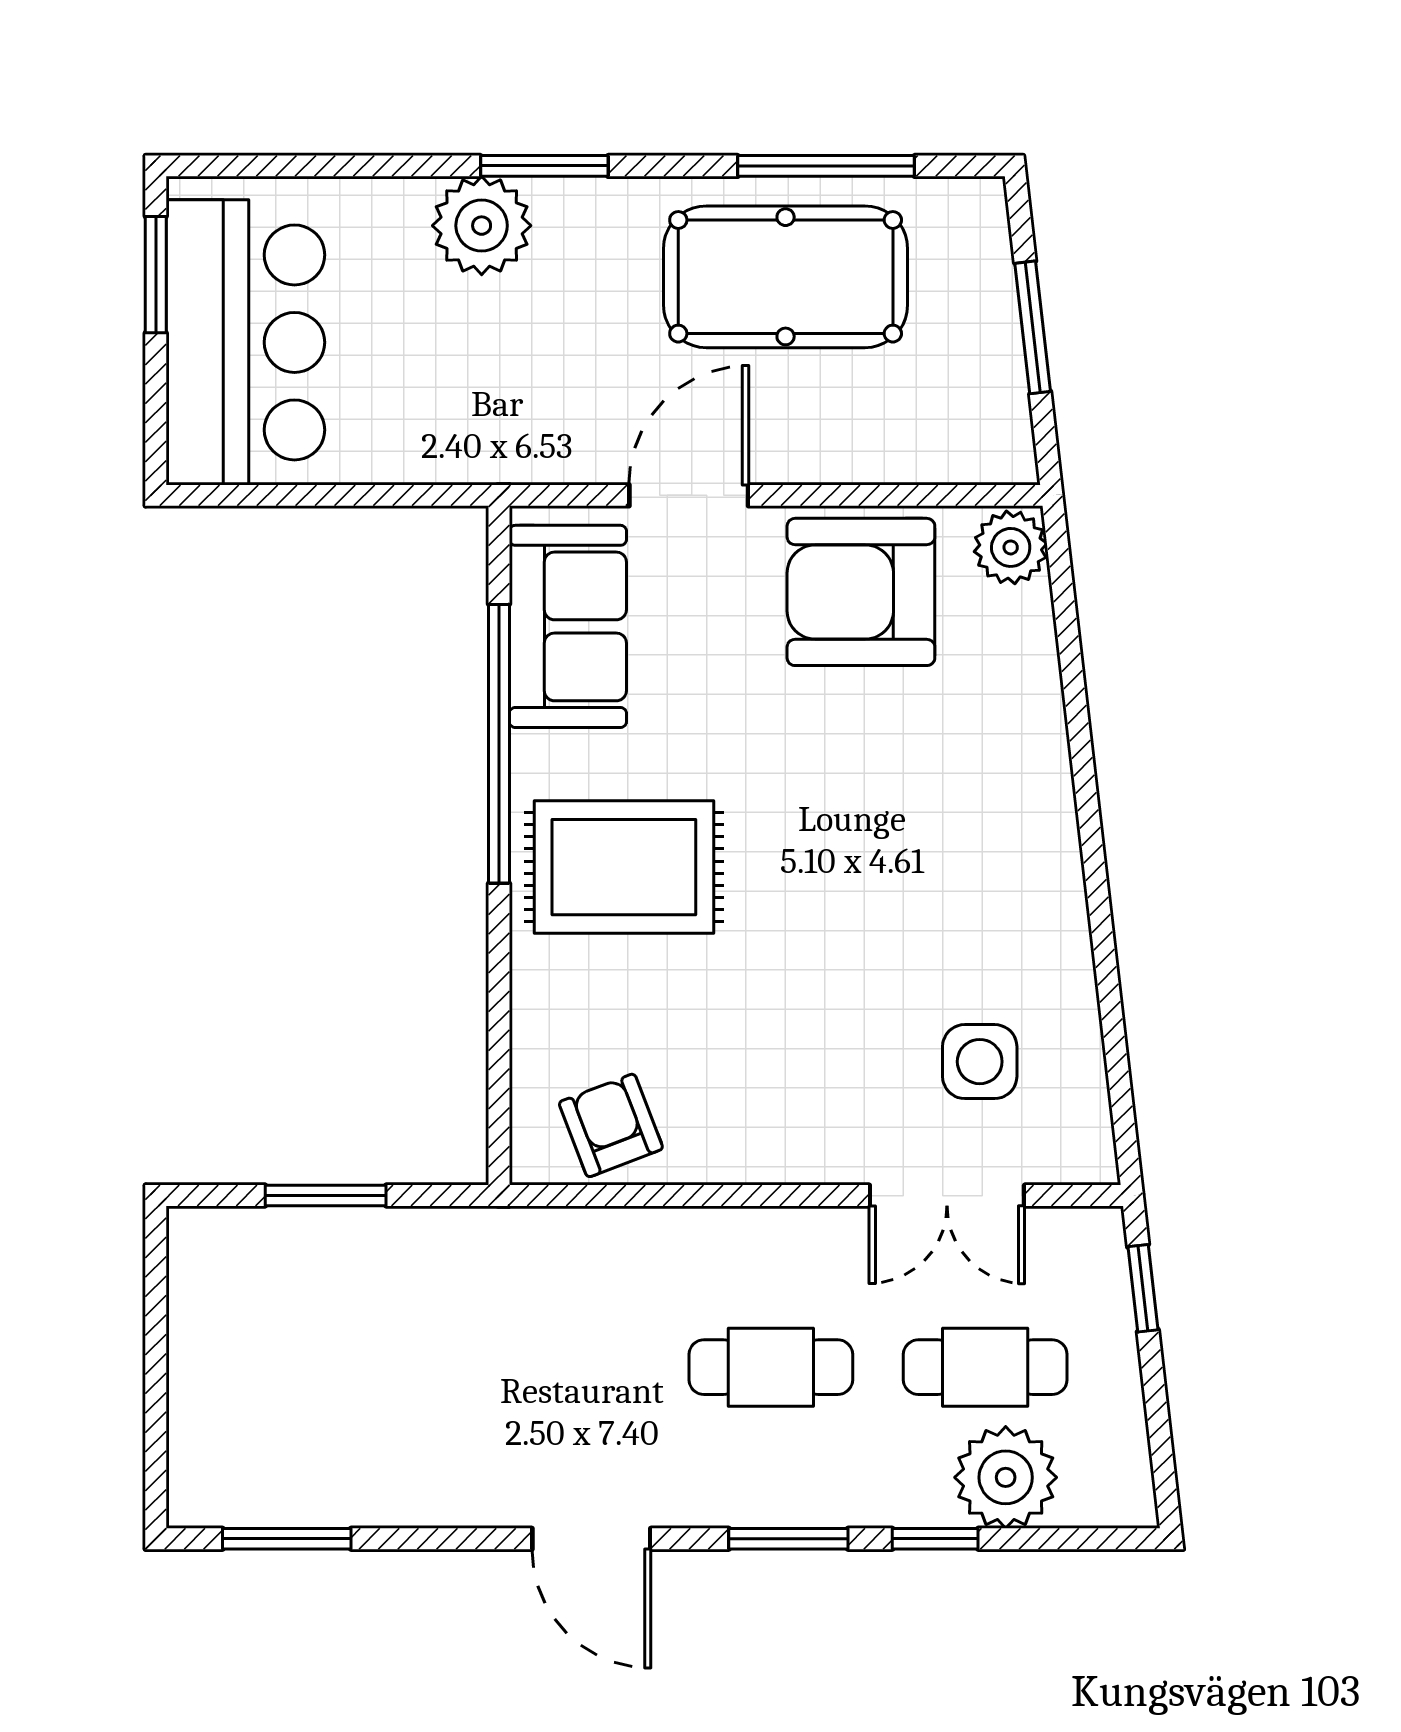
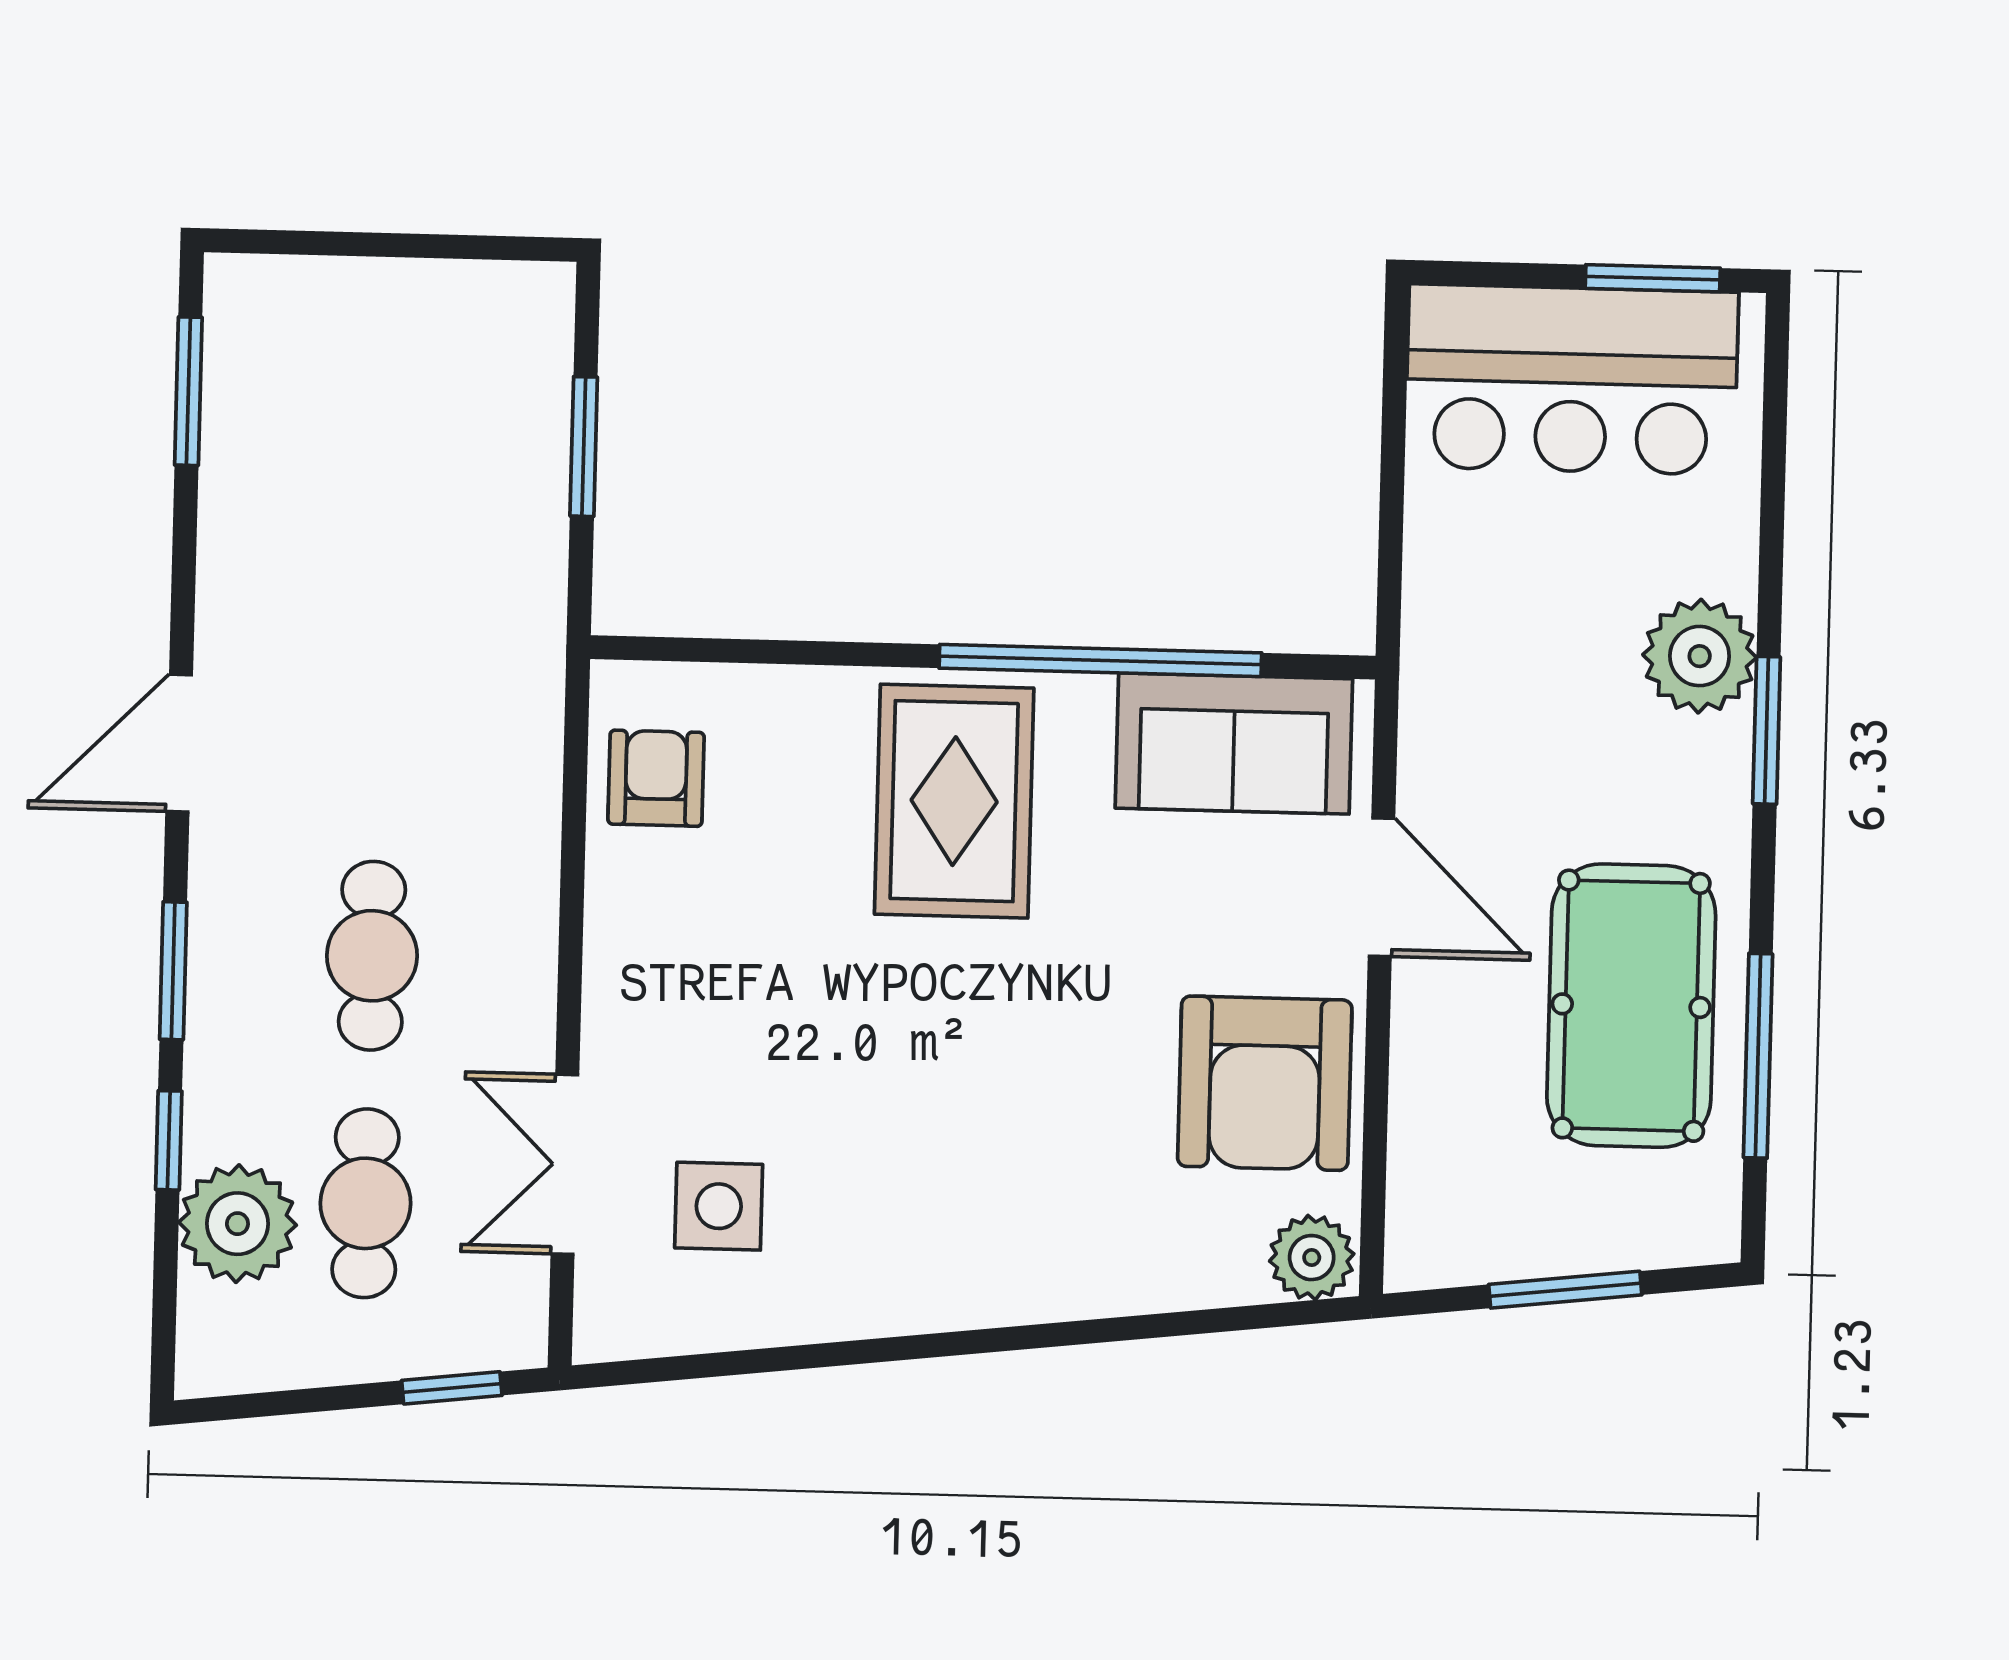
armchair: (861, 592) -> (1265, 1083), turned 180
armchair: (611, 1125) -> (656, 778), turned -69

